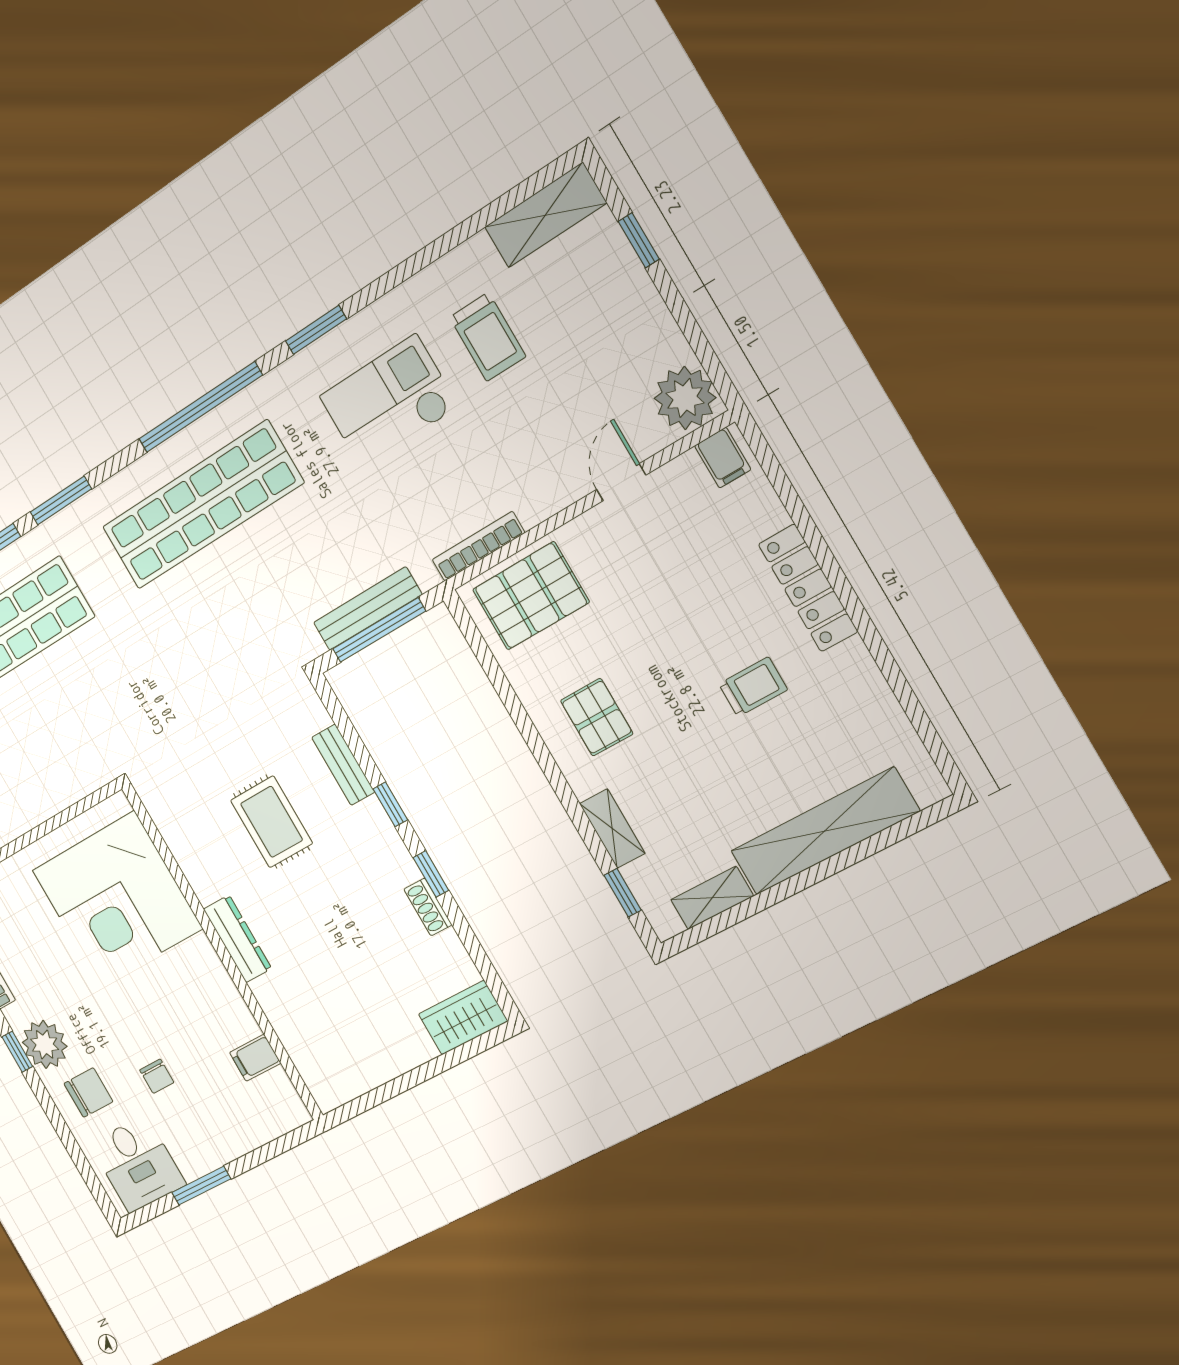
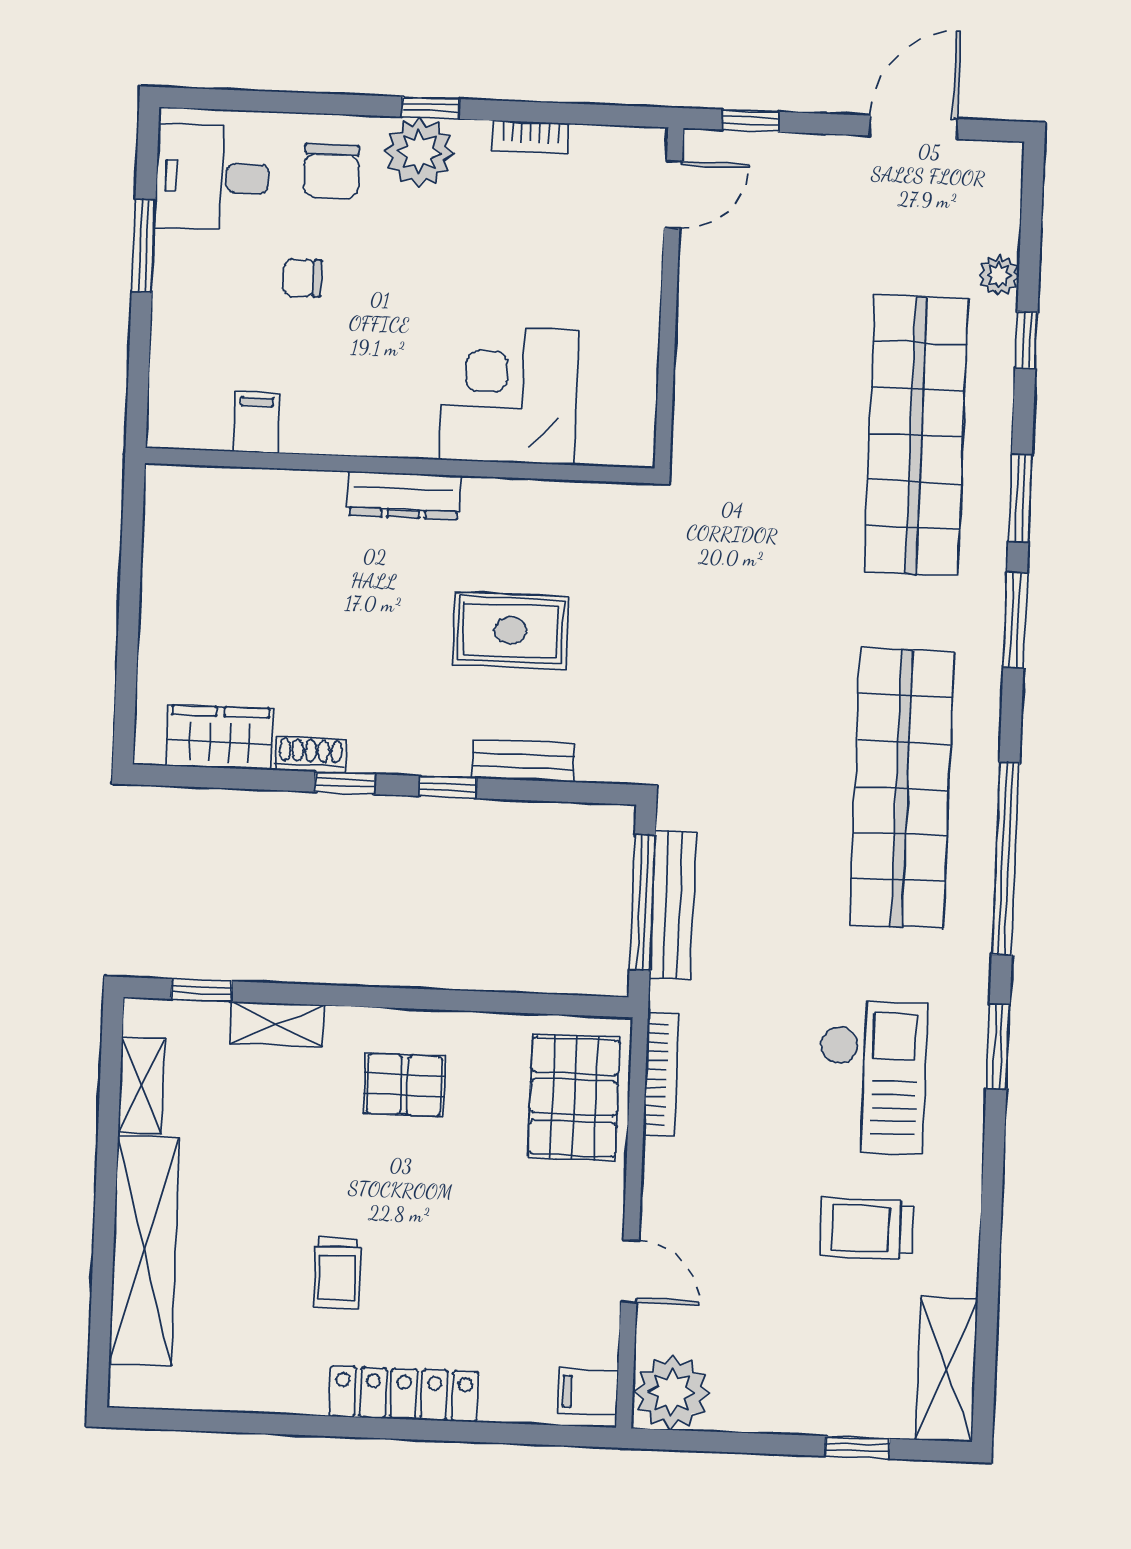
corner desk: (117, 899) -> (509, 395), width x0.74, depth x0.74
wardrobe: (463, 1018) -> (220, 737), moved, turned -90

